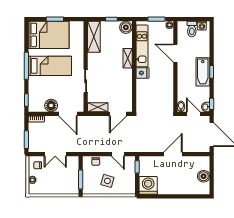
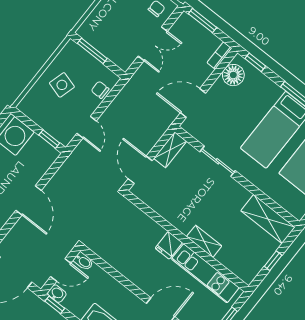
boiler: (126, 27) -> (247, 271), removed
floor lamp: (51, 105) -> (233, 75), moved
double door: (55, 154) -> (153, 44), swing flipped
door: (118, 154) -> (87, 127), swing flipped

